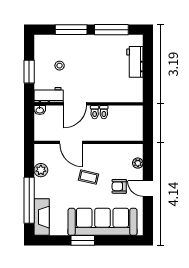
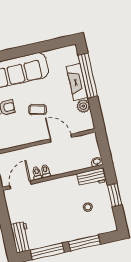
workbench: (135, 62) -> (21, 237), moved
door: (75, 104) -> (20, 185), moved
fireplace: (42, 217) -> (77, 82), moved
window: (83, 240) -> (30, 50), removed

